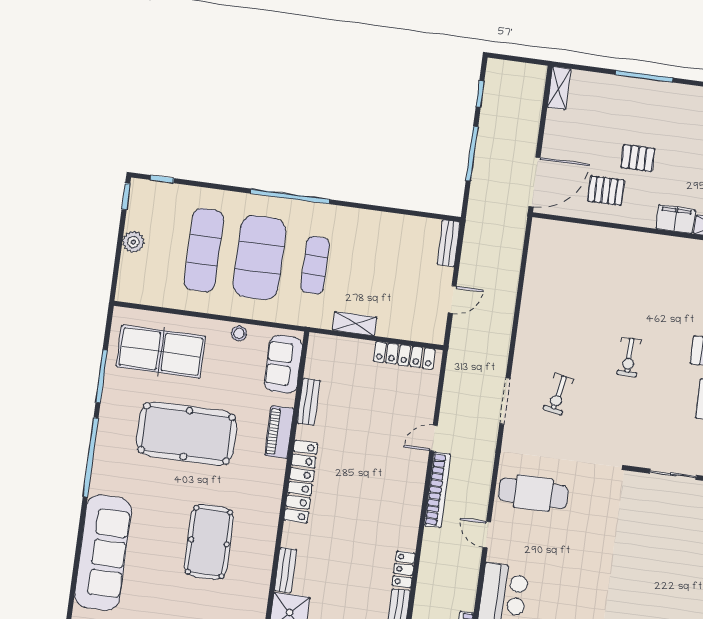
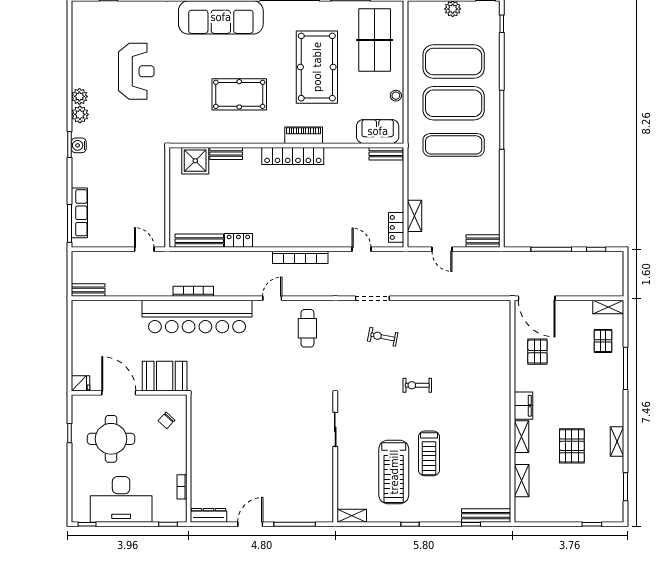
pallet: (638, 158) -> (603, 341), moved
exercise mat: (204, 250) -> (454, 62), width x1.47
exercise mat: (315, 265) -> (454, 145), width x1.36, depth x1.45
shelving: (355, 324) -> (414, 216), moved
locker: (404, 355) -> (396, 227), width x0.66
bench: (309, 402) -> (386, 154), moved
piano: (279, 432) -> (304, 135), moved
door: (433, 438) -> (362, 249), moved
cafe table: (533, 493) -> (307, 328), width x0.73, depth x0.74

